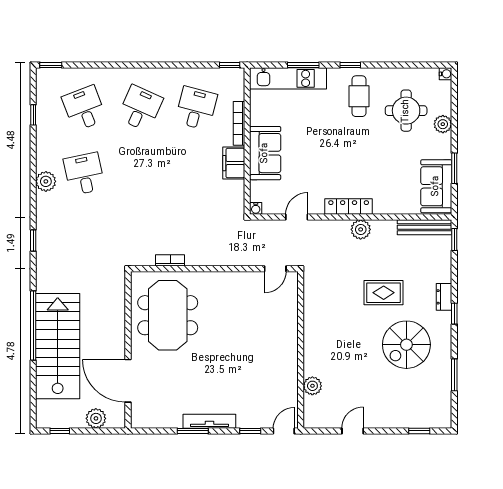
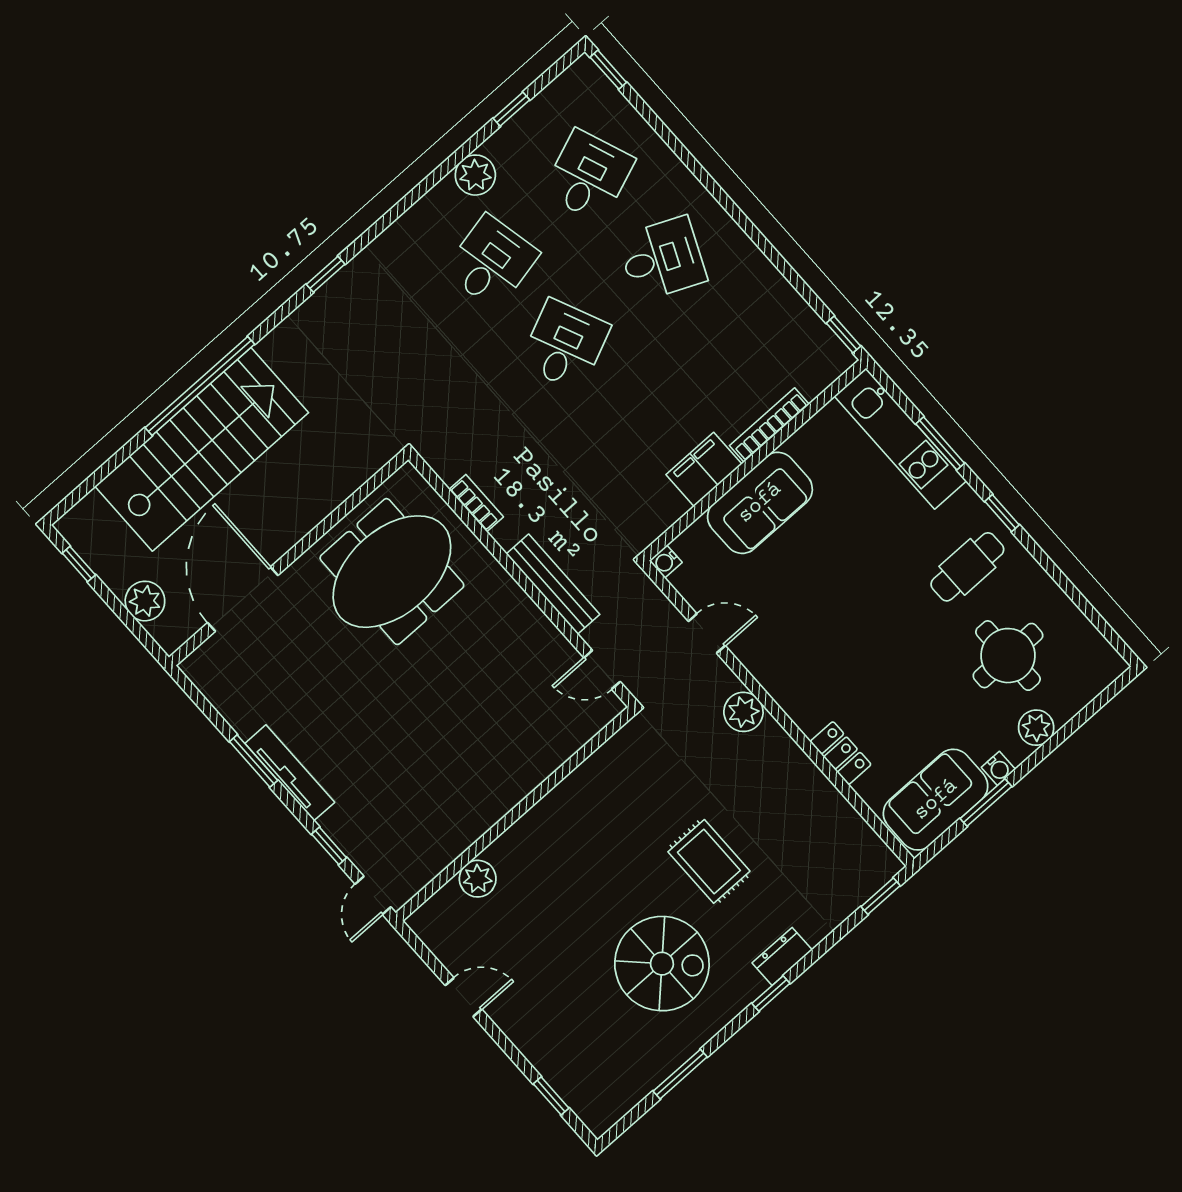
water cooler: (446, 74) -> (998, 768), moved
desk: (196, 108) -> (565, 345), moved, turned -39
plant: (46, 181) -> (475, 175), moved
locker: (349, 207) -> (841, 753), moved, width x0.66
bench: (425, 227) -> (553, 584), moved
plant: (361, 229) -> (743, 712), moved
spiral stairs: (406, 345) -> (662, 964), turned 180
door: (284, 431) -> (373, 895), swing flipped

